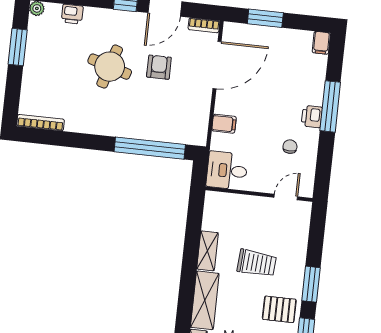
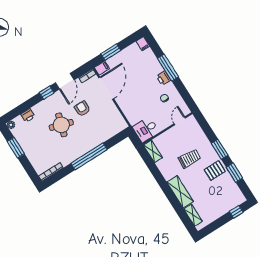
filing cabinet: (224, 124) -> (102, 68), moved
window: (150, 148) -> (89, 156), moved
shelving: (207, 251) -> (153, 151), moved

